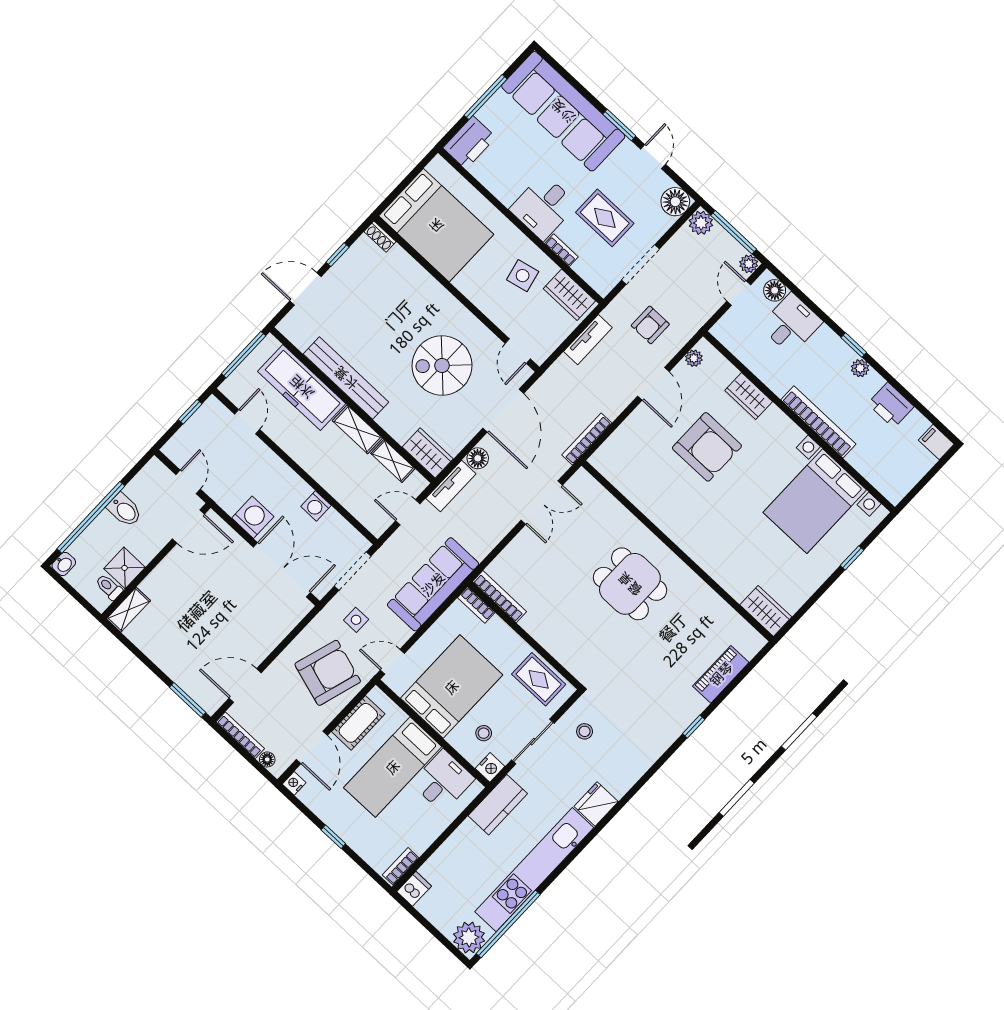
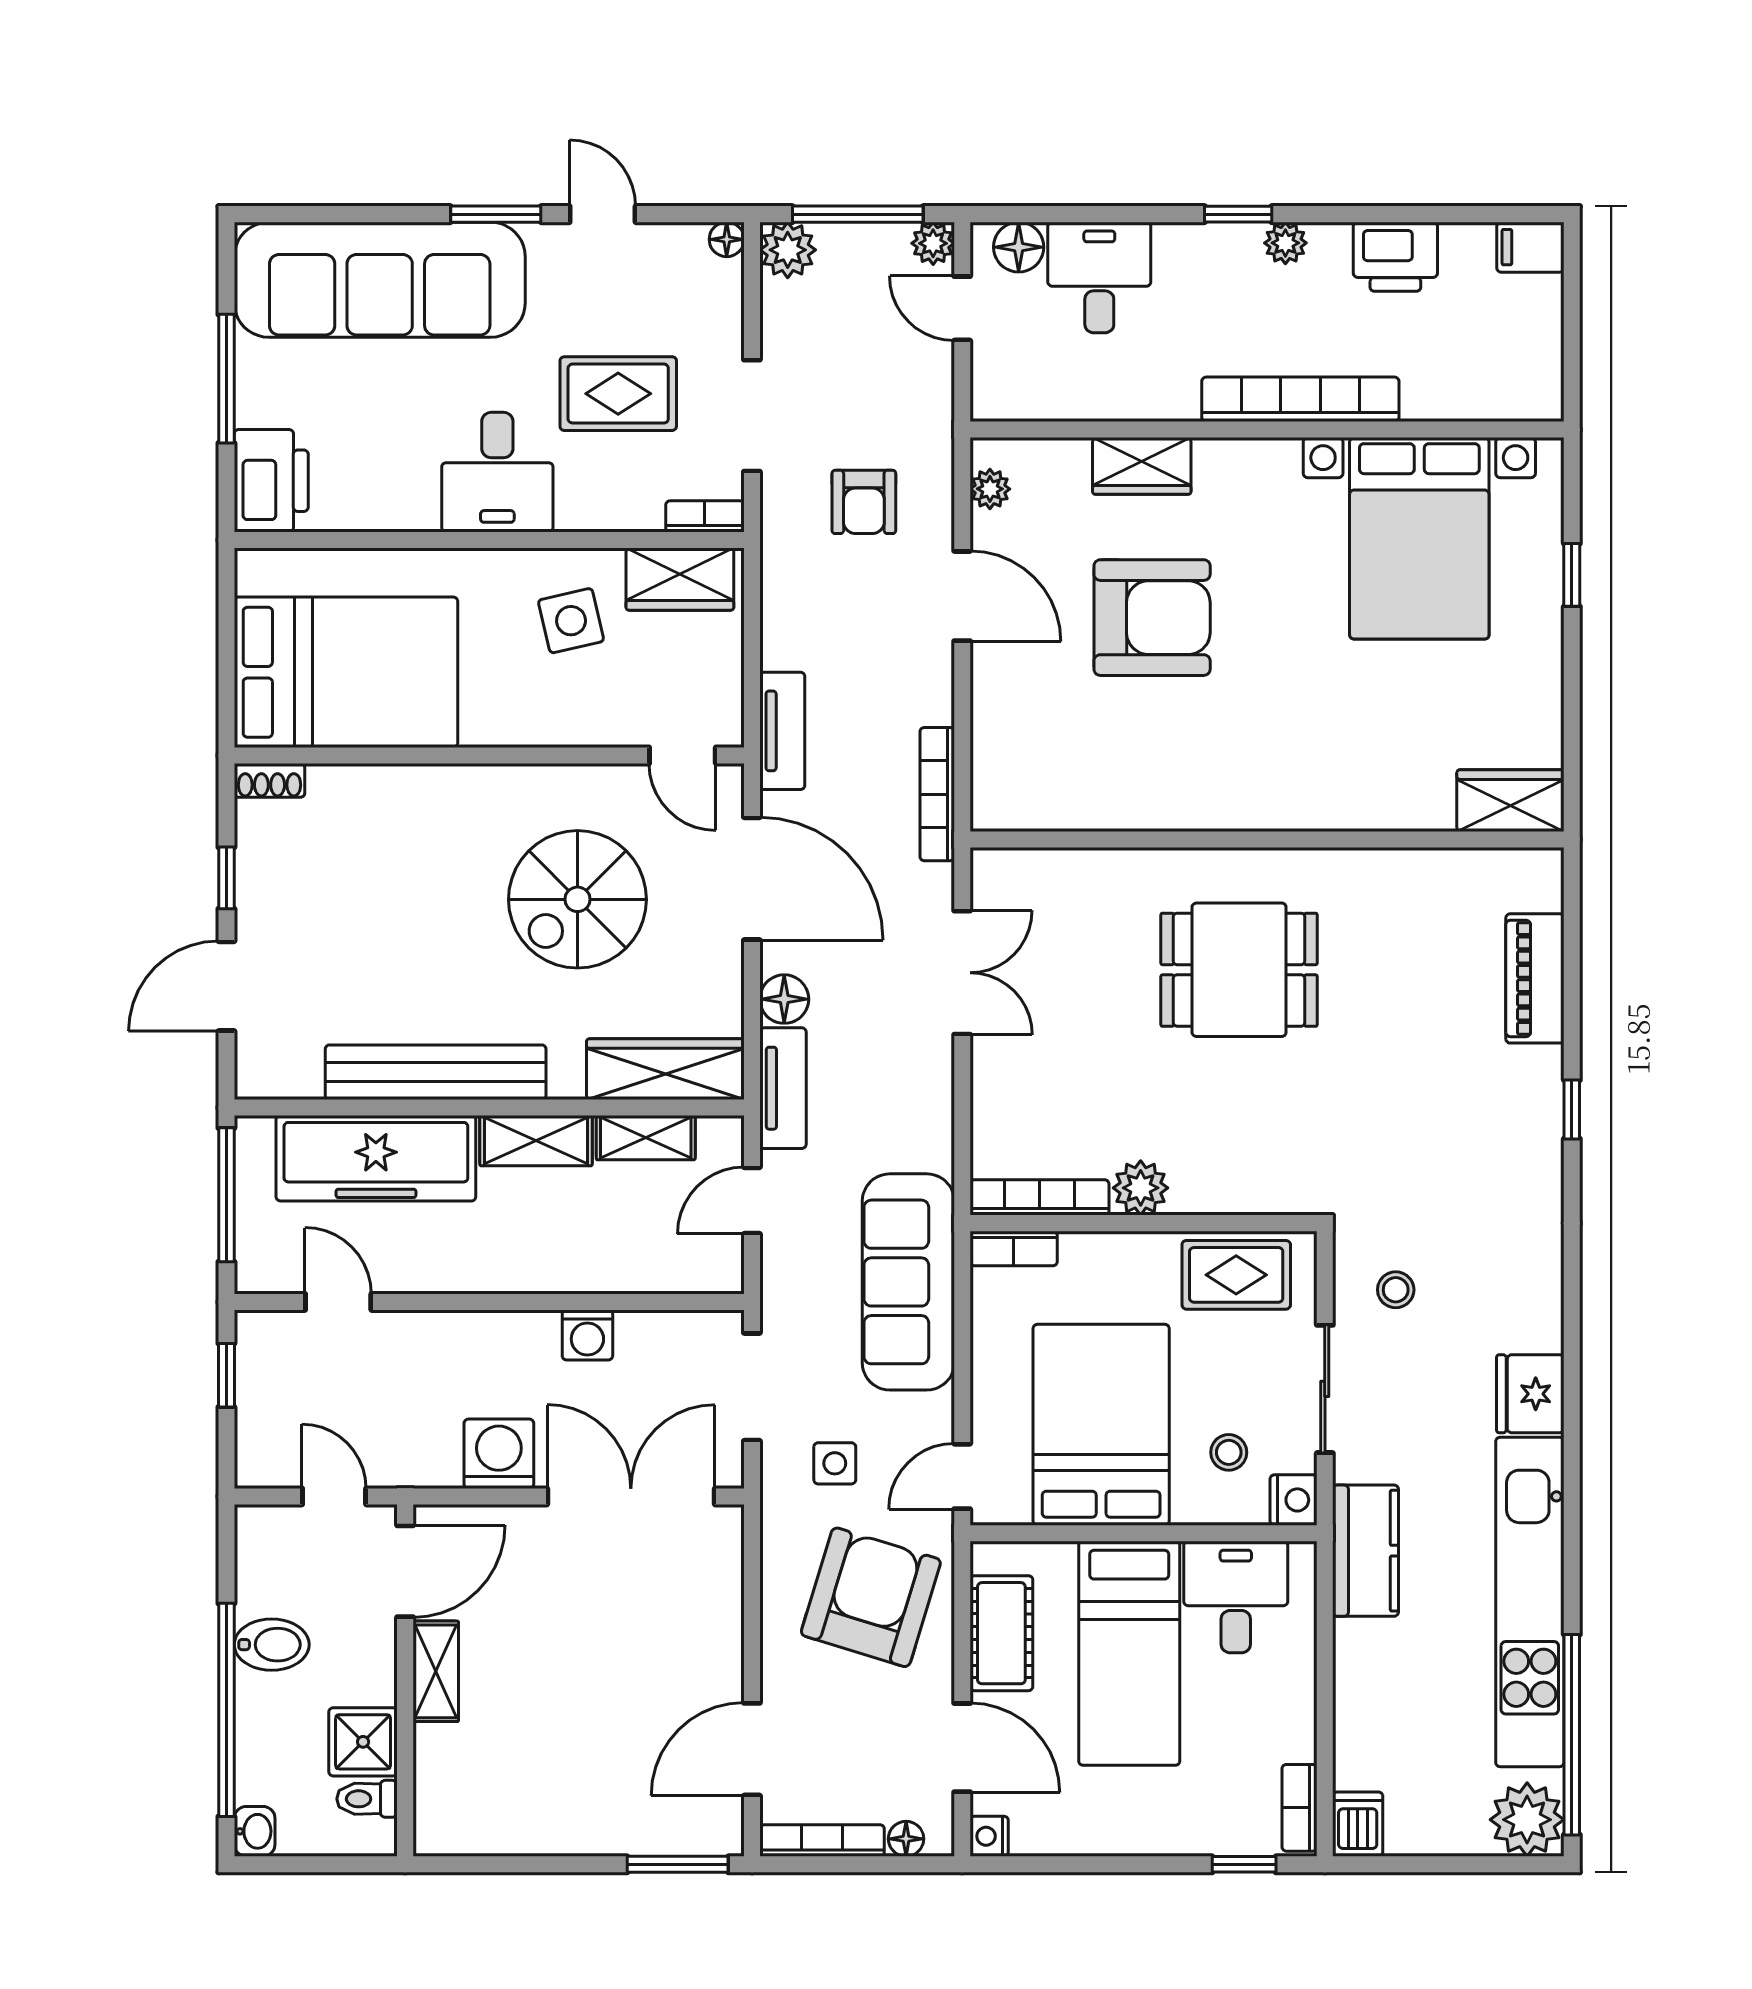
floor lamp: (675, 202) -> (727, 239), width x0.53, depth x0.53
bookcase: (561, 250) -> (705, 516), moved
tv unit: (588, 340) -> (782, 731), moved
wardrobe: (428, 453) -> (665, 1069), width x1.50
shelving: (128, 610) -> (436, 1671), moved
plant: (534, 624) -> (1141, 1188), added
window: (333, 837) -> (1244, 1864), moved

